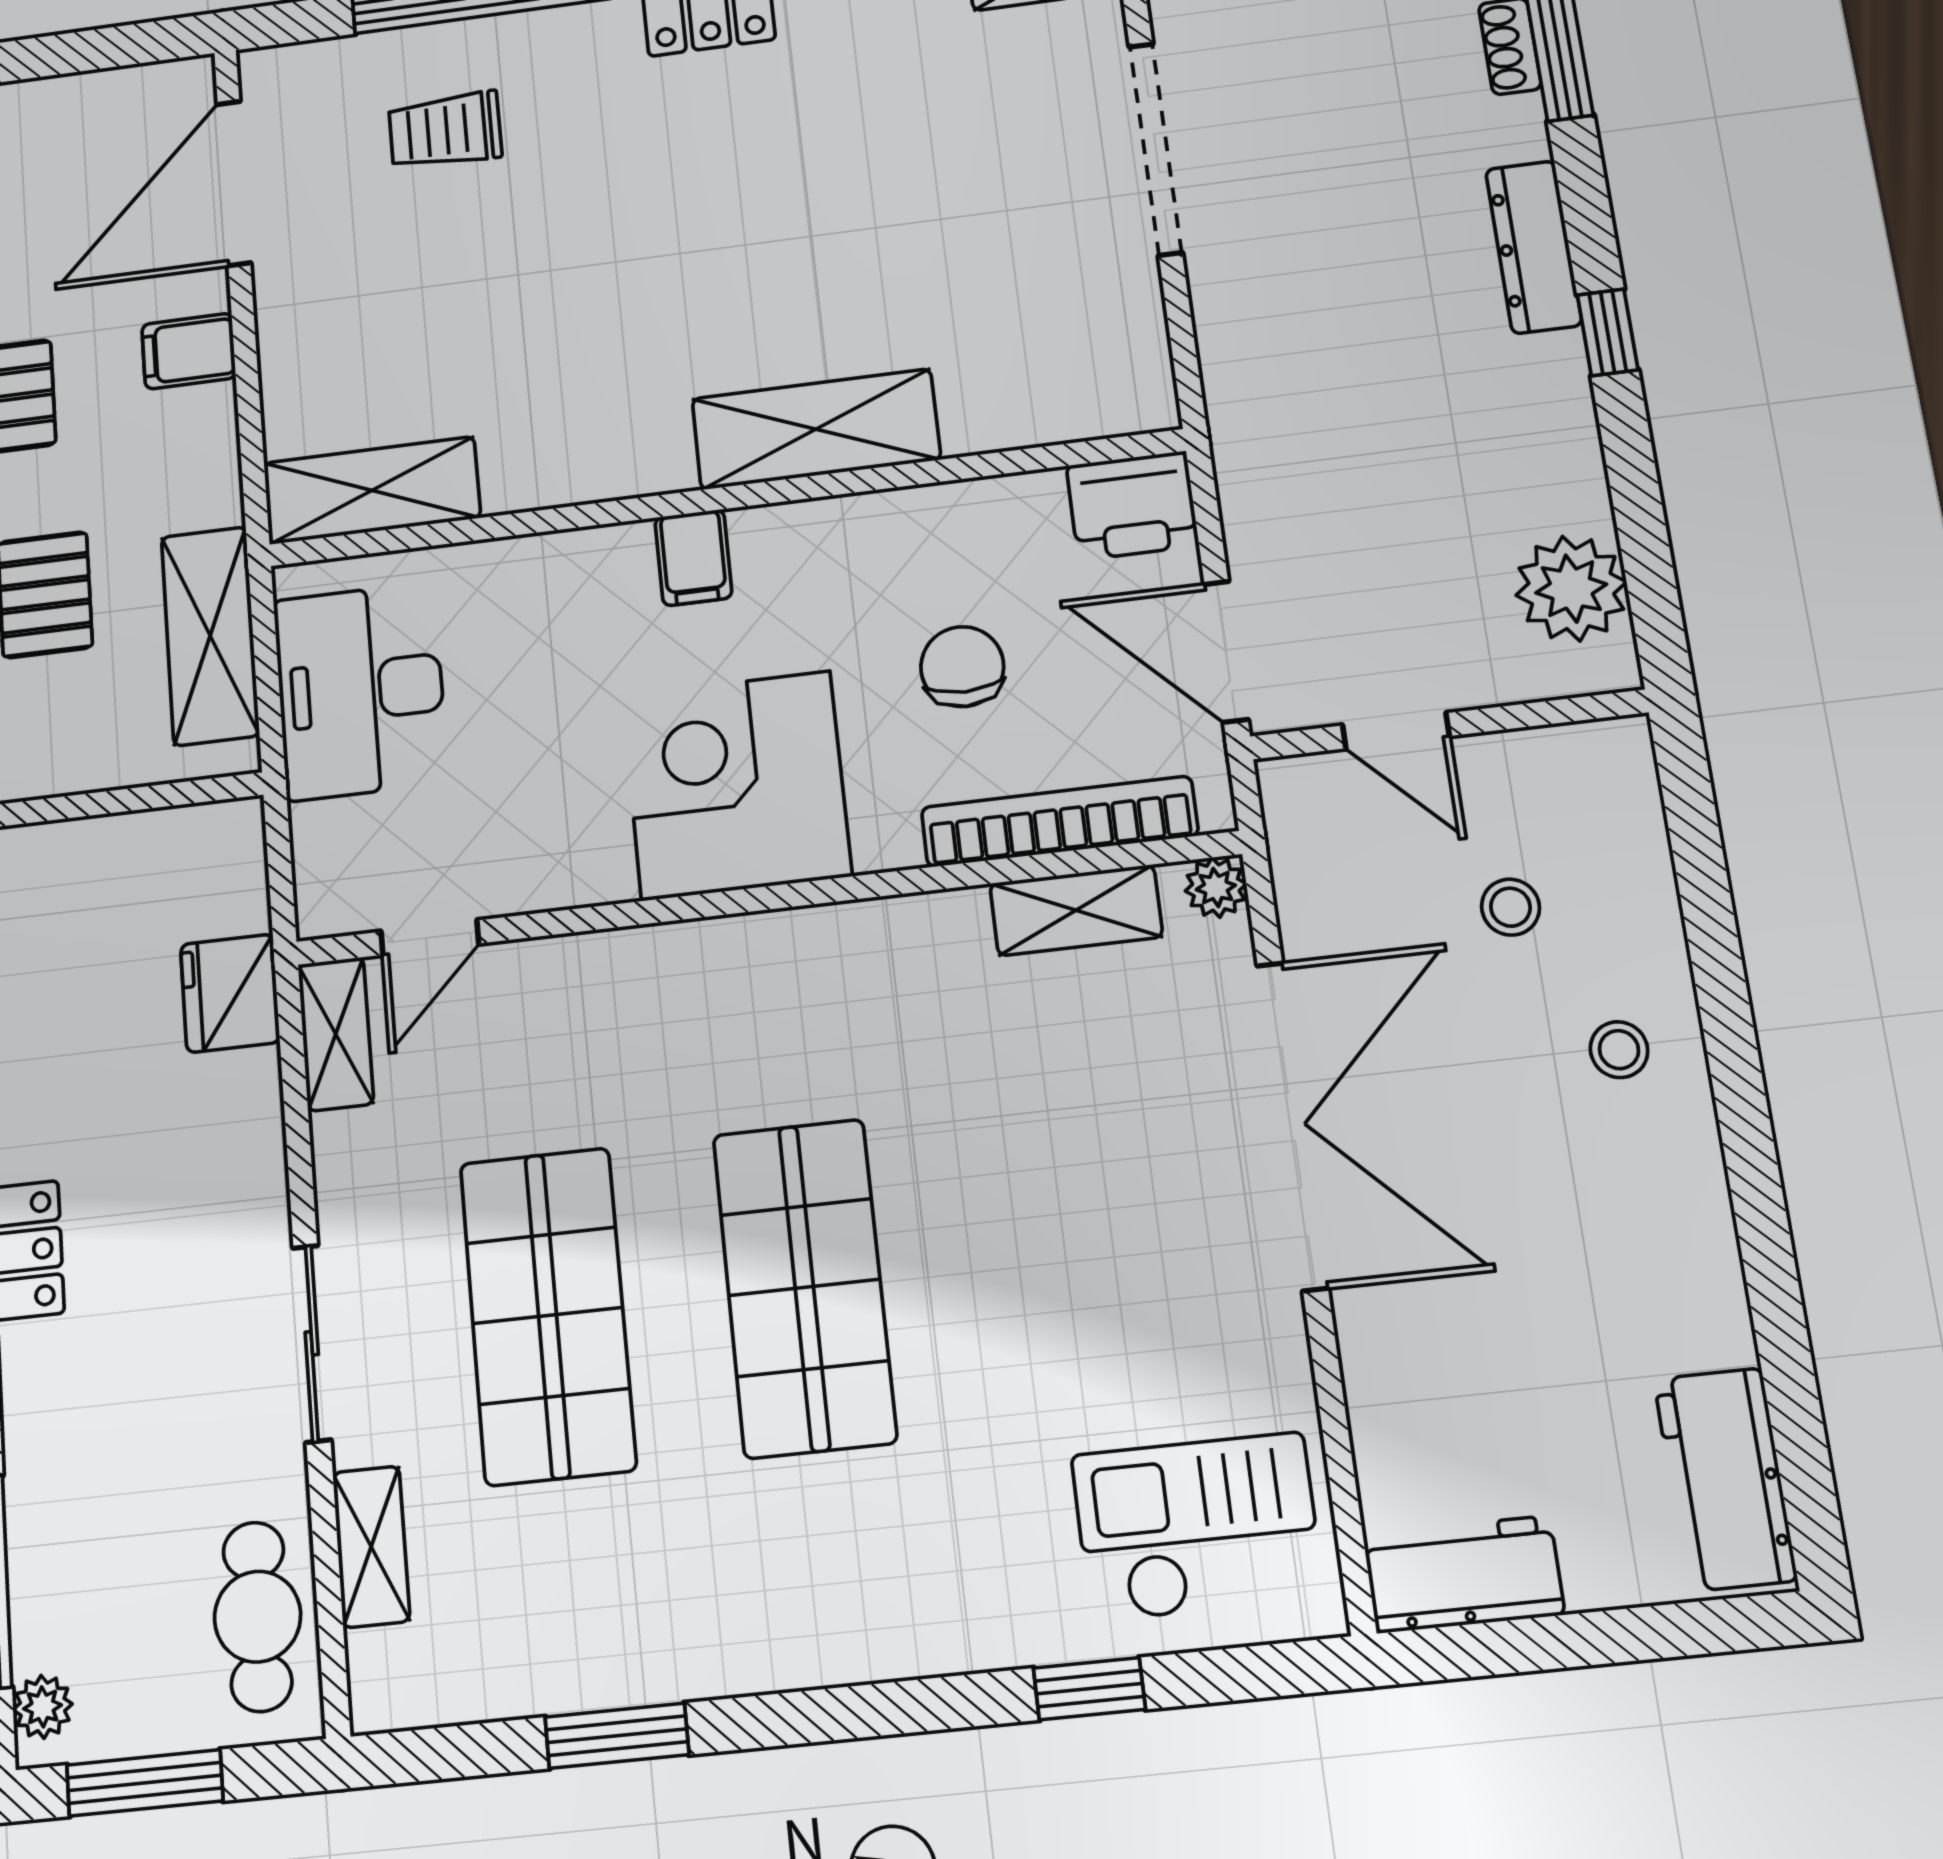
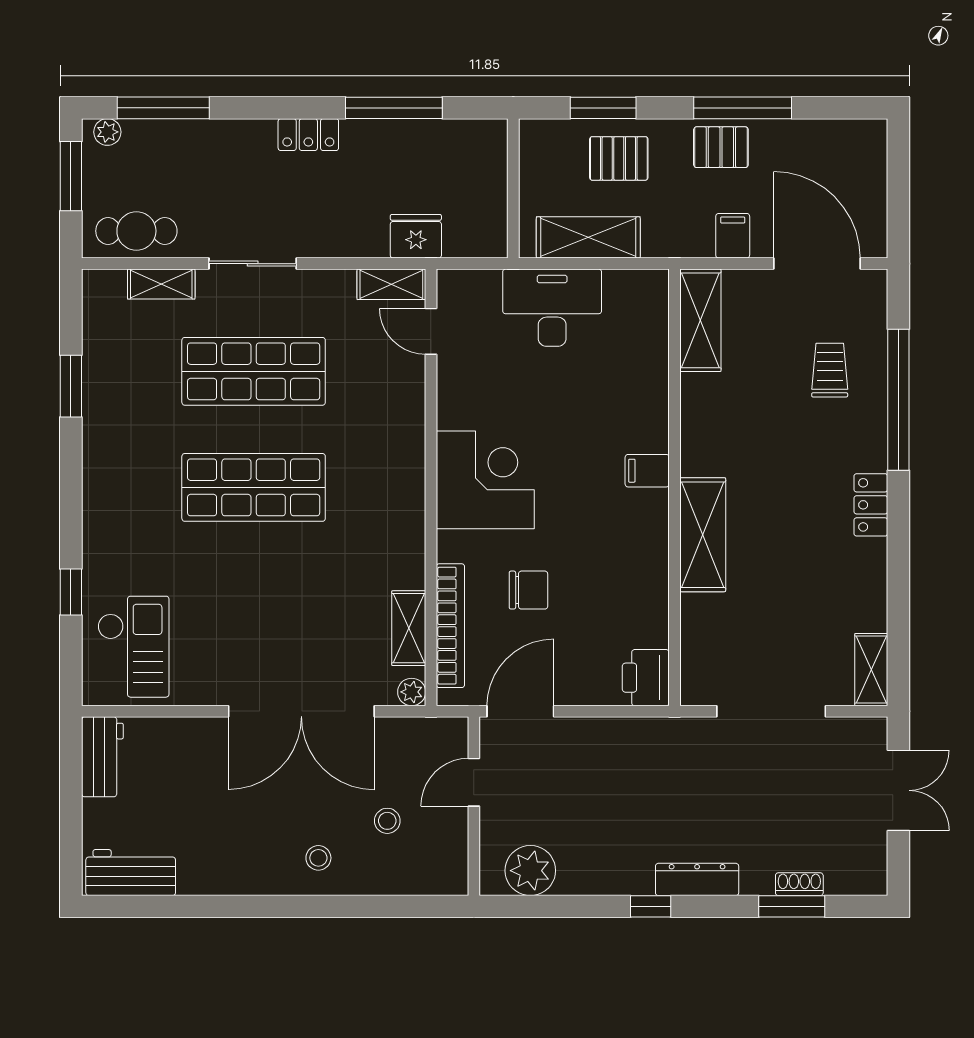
shelving: (816, 429) -> (703, 535), moved
shelving: (372, 490) -> (700, 320), moved
wall: (723, 498) -> (674, 487), moved
printer: (1132, 506) -> (646, 678), moved
filing cabinet: (693, 558) -> (647, 471), moved

